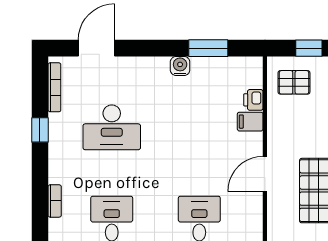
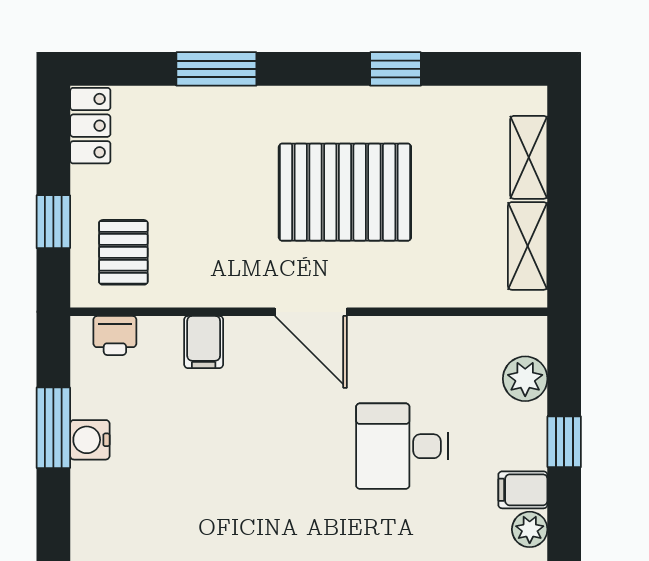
water cooler: (180, 66) -> (90, 440), moved
printer: (253, 100) -> (115, 335), moved

